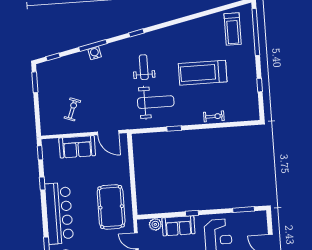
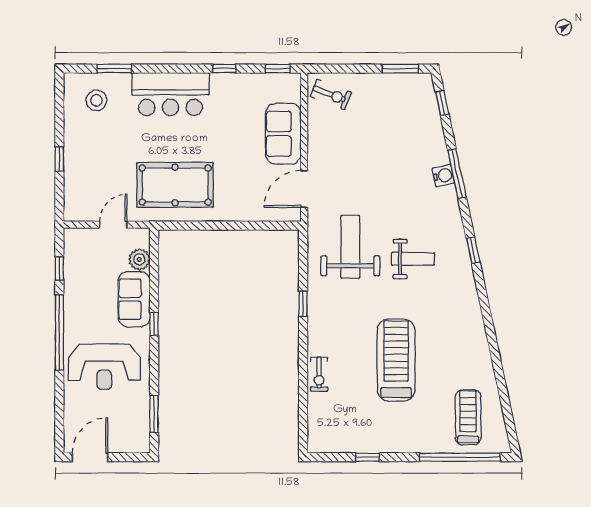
treadmill: (233, 29) -> (468, 417), turned 90
weight bench: (156, 102) -> (350, 247), moved, turned 180
exercise bike: (72, 109) -> (331, 95), moved
bar counter: (59, 213) -> (170, 94), width x0.73

